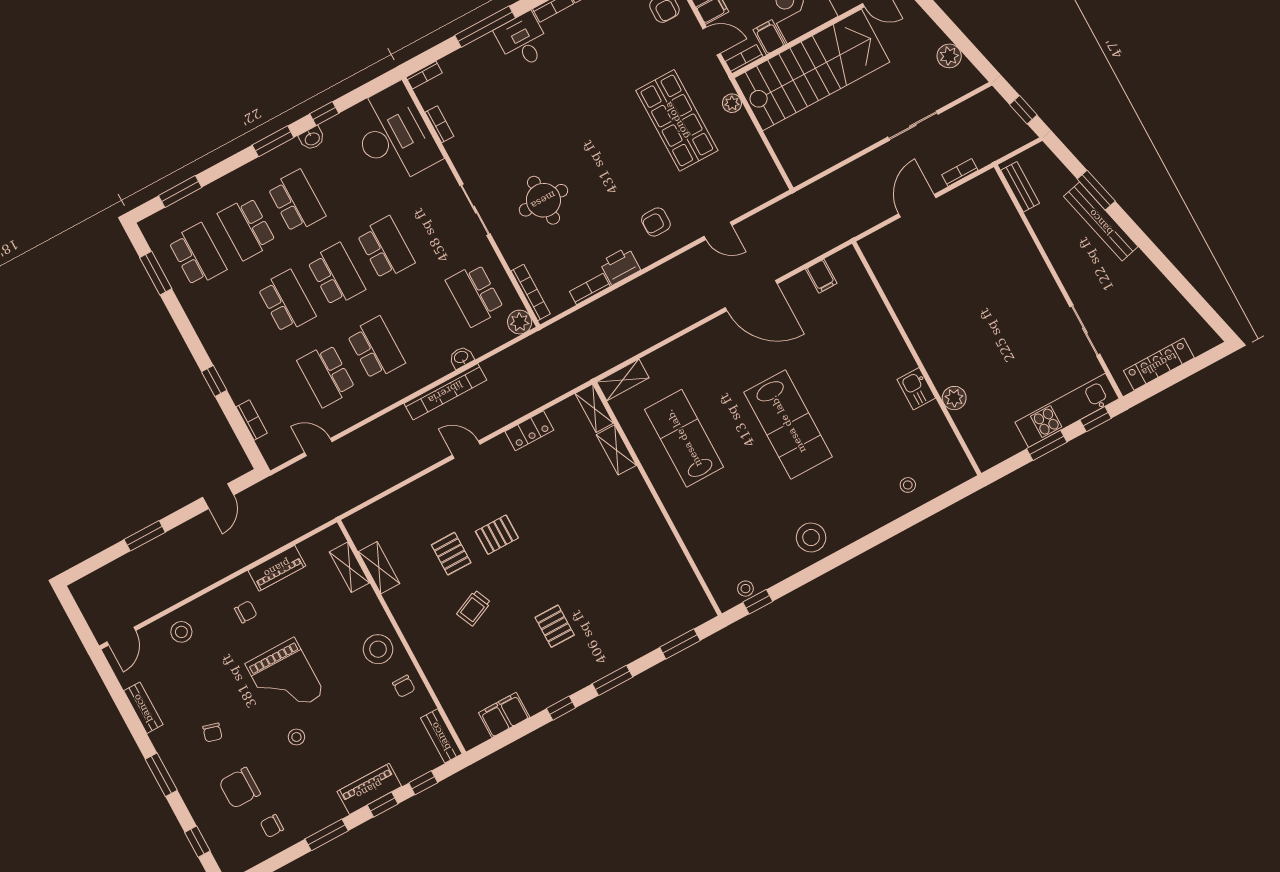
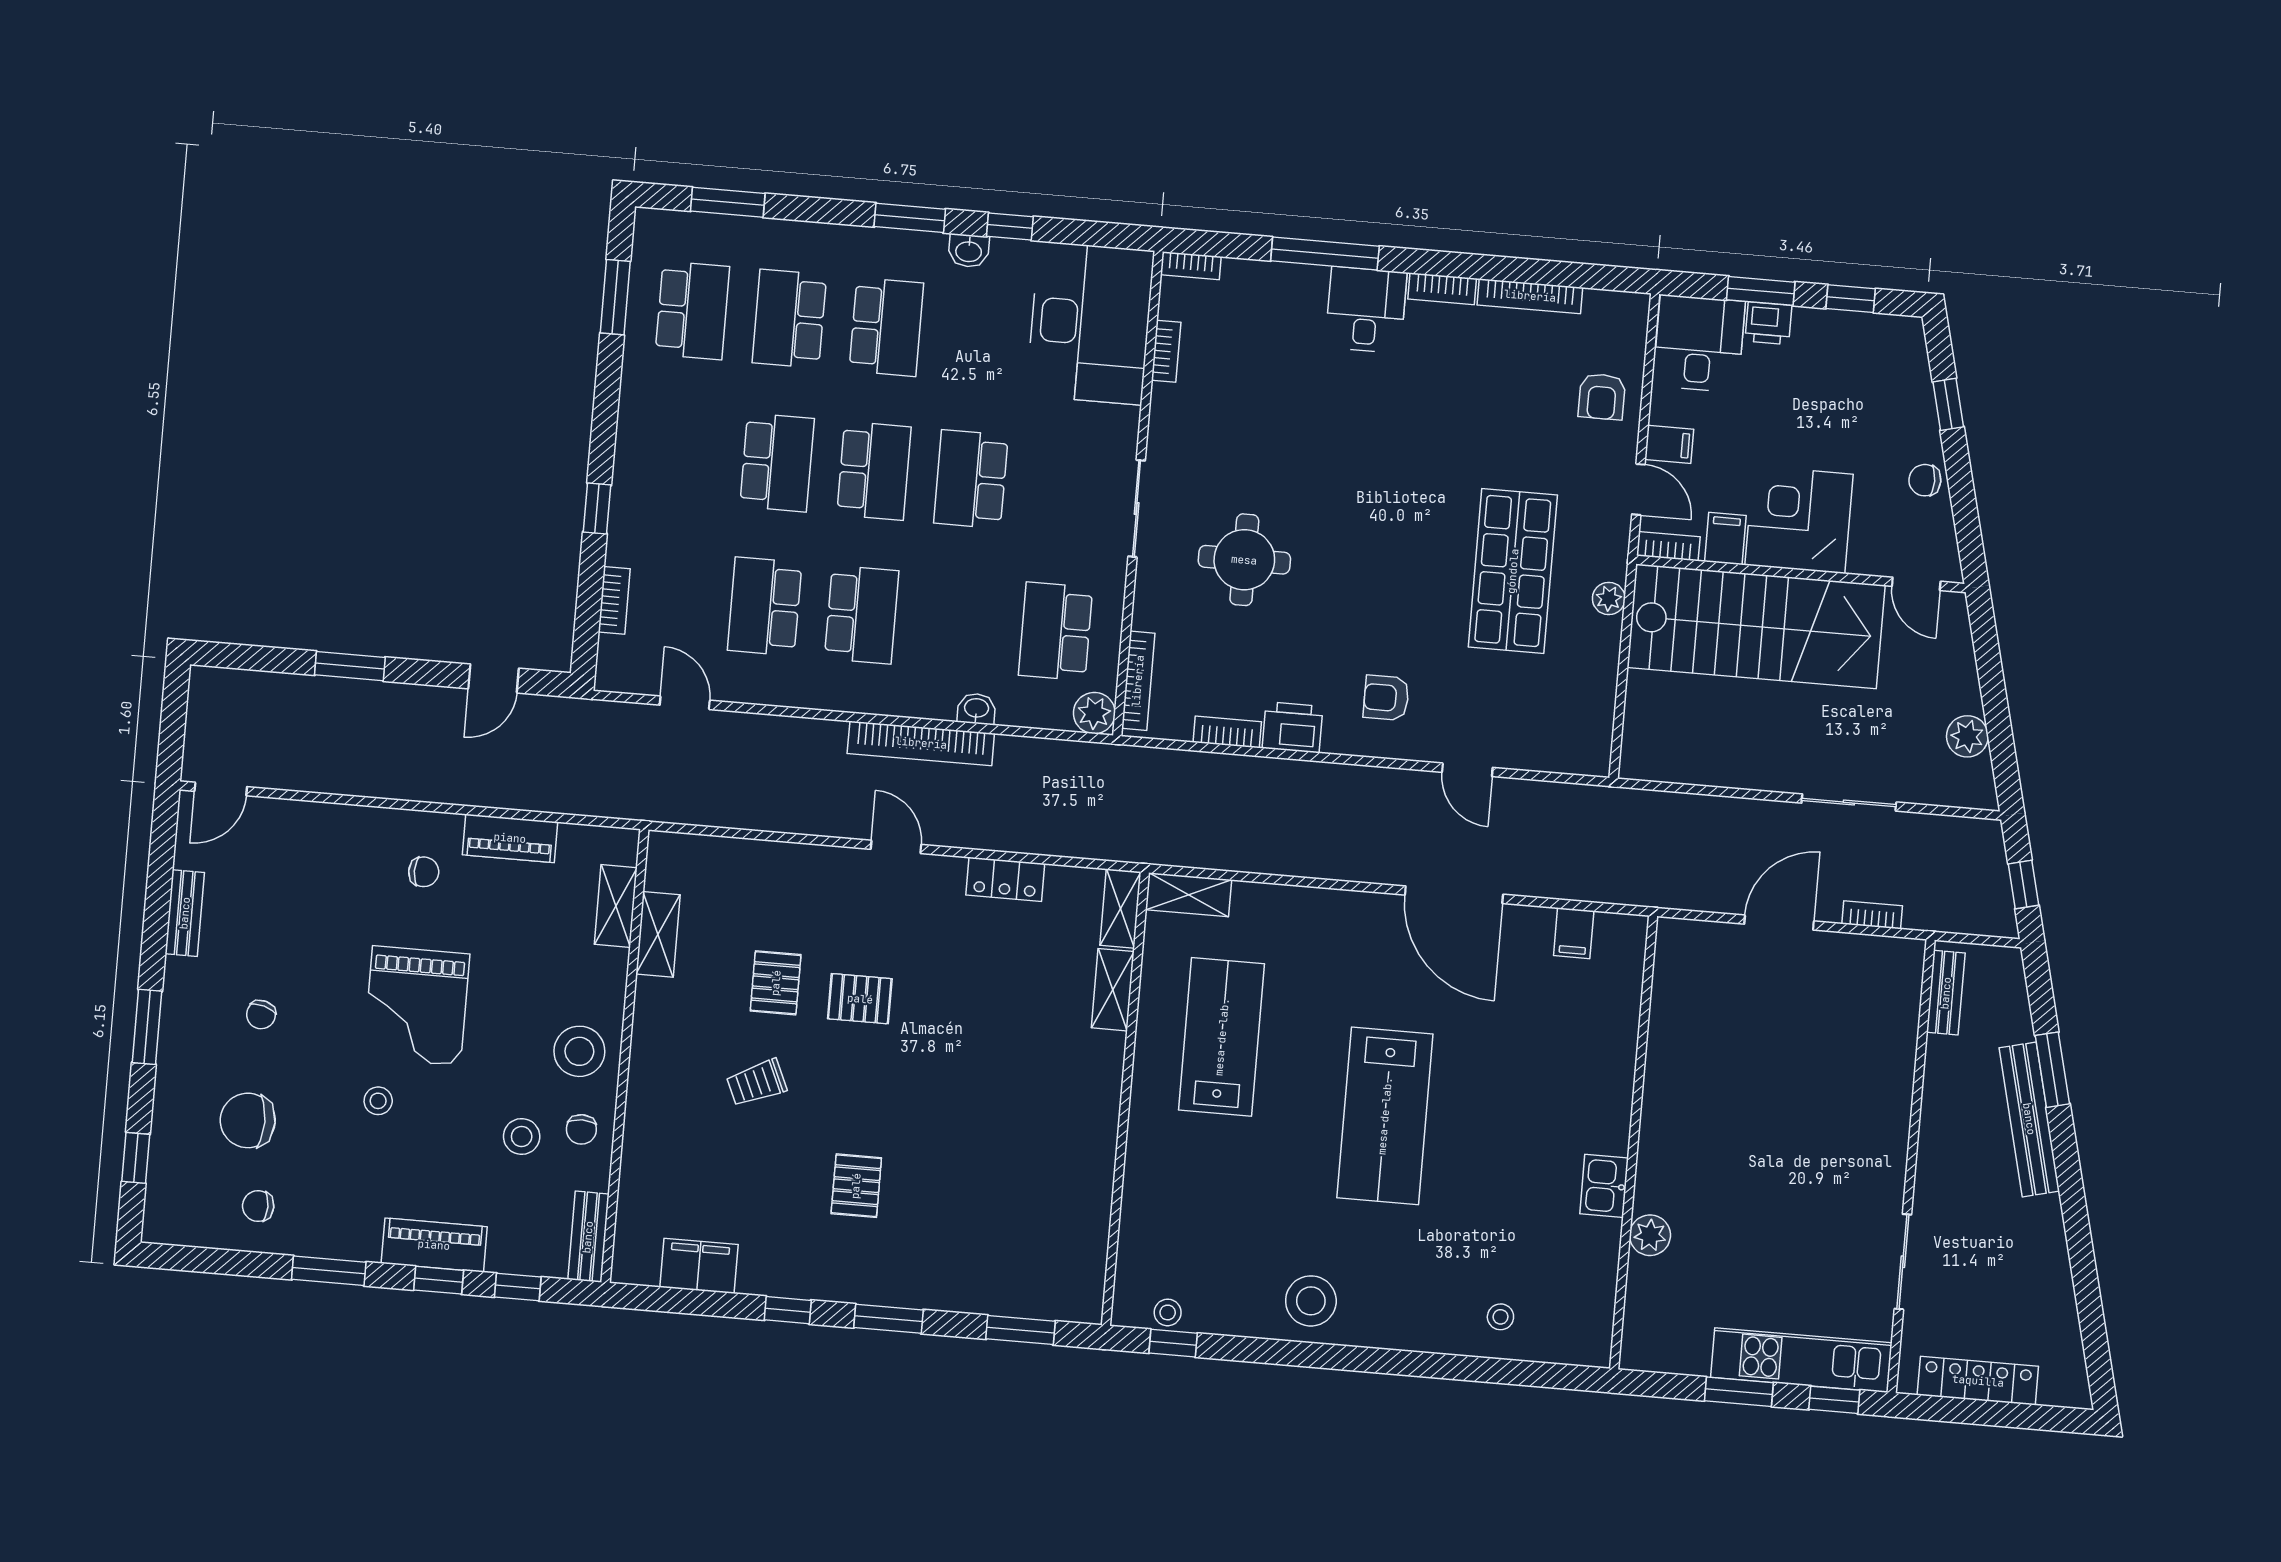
school desk: (386, 248) -> (971, 479), turned 180
stool: (181, 632) -> (522, 1137), moved

